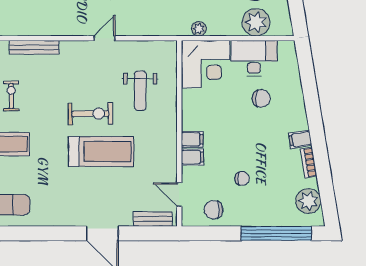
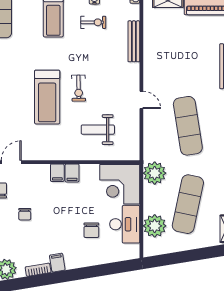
plant: (199, 29) -> (155, 173), width x1.87, depth x1.87
exercise bike: (90, 114) -> (79, 88), width x0.73, depth x0.72
filing cabinet: (192, 157) -> (72, 173), moved

